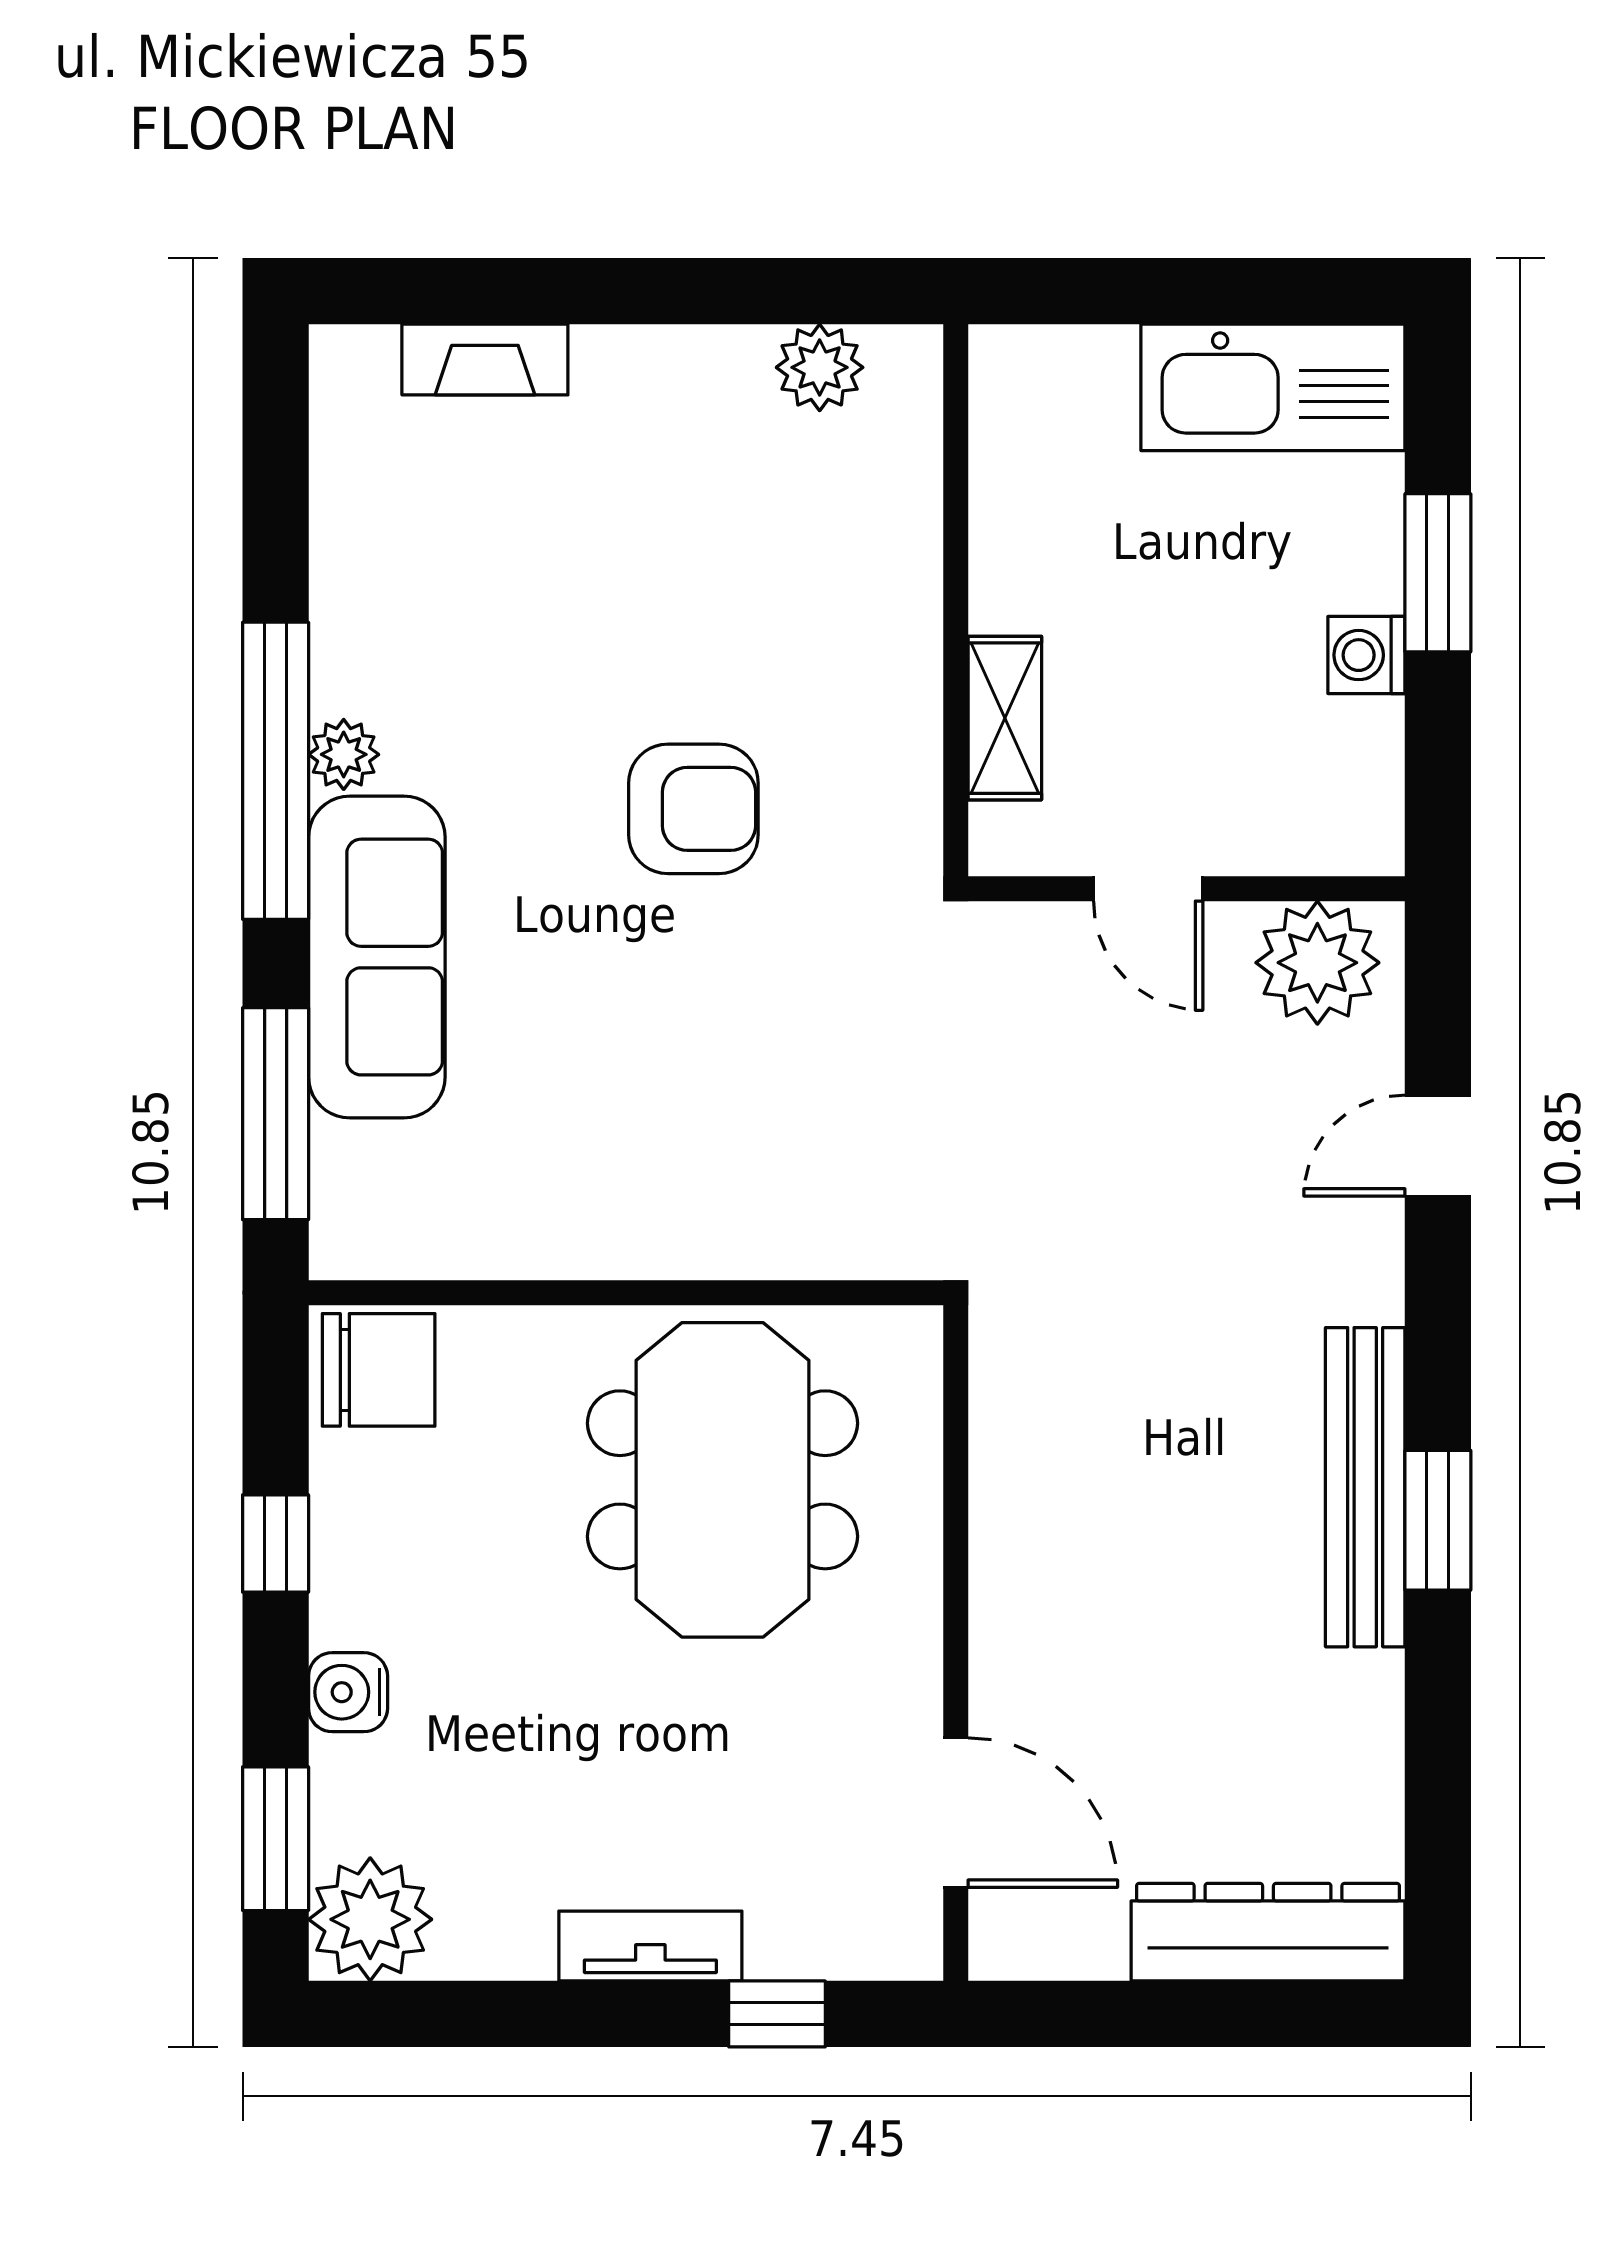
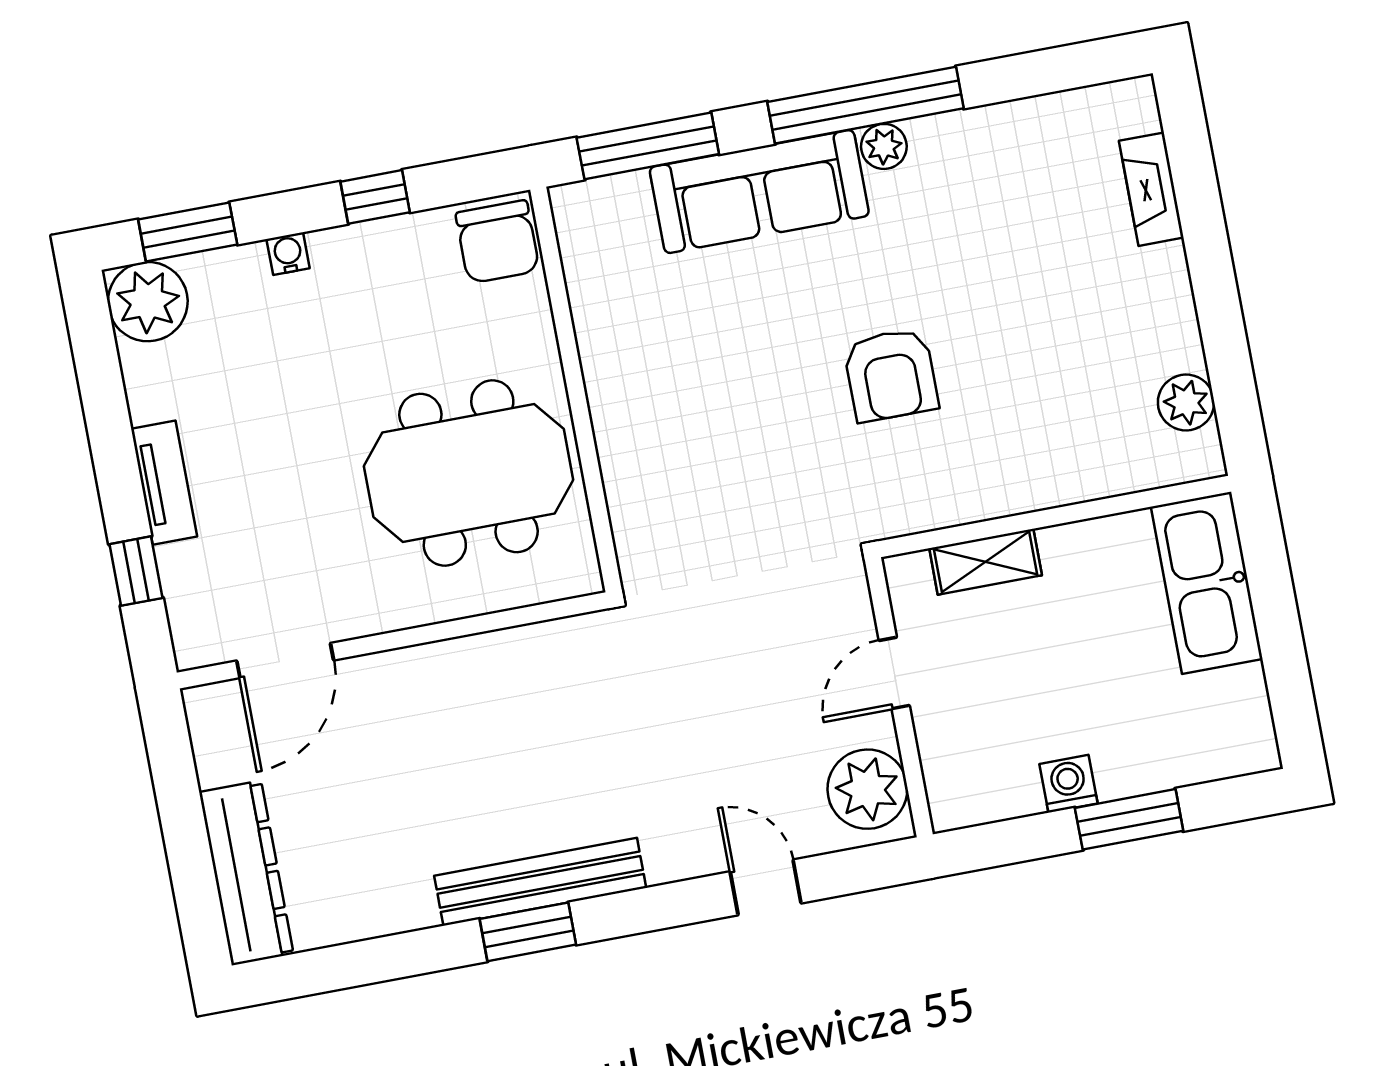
kitchen sink: (1273, 387) -> (1207, 583), moved
water cooler: (348, 1692) -> (288, 254), width x0.72, depth x0.72

